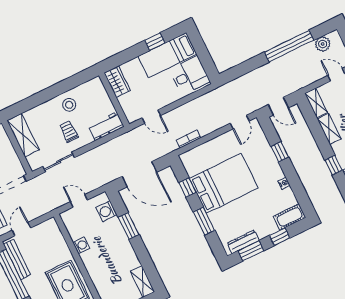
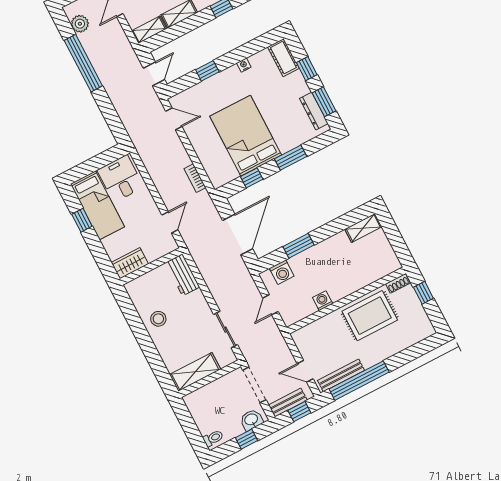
trolley: (69, 131) -> (190, 318), removed

